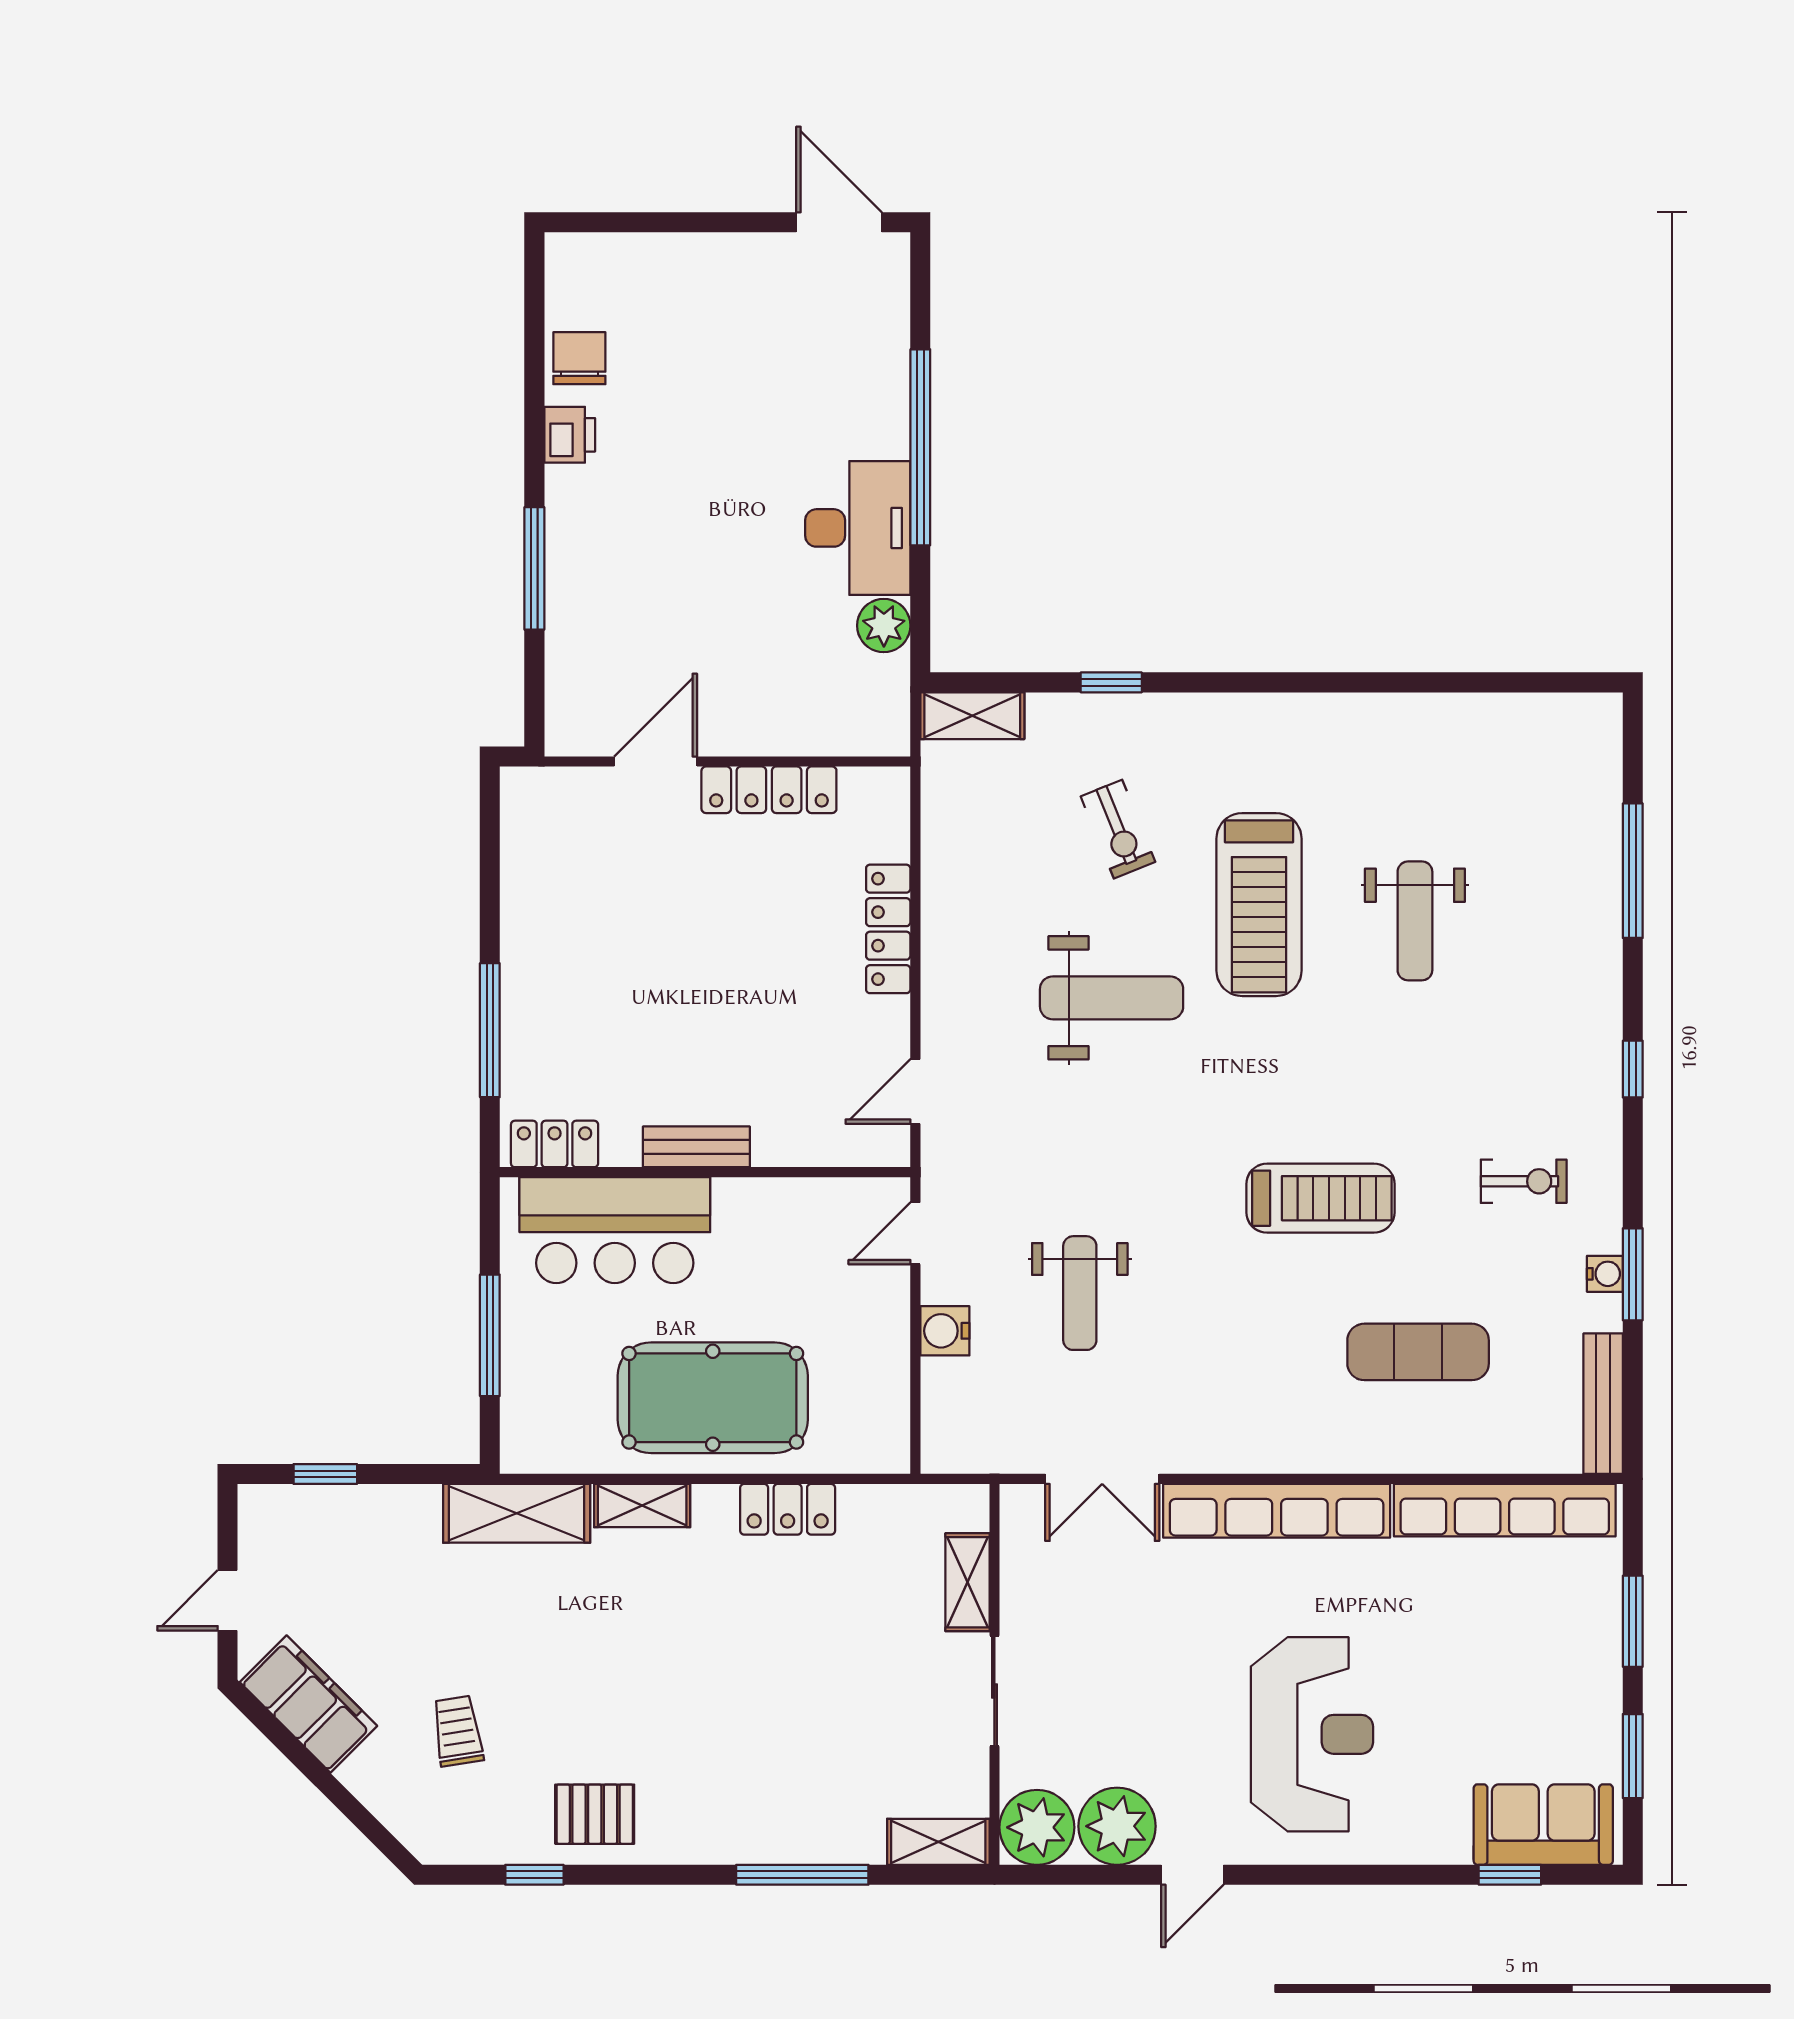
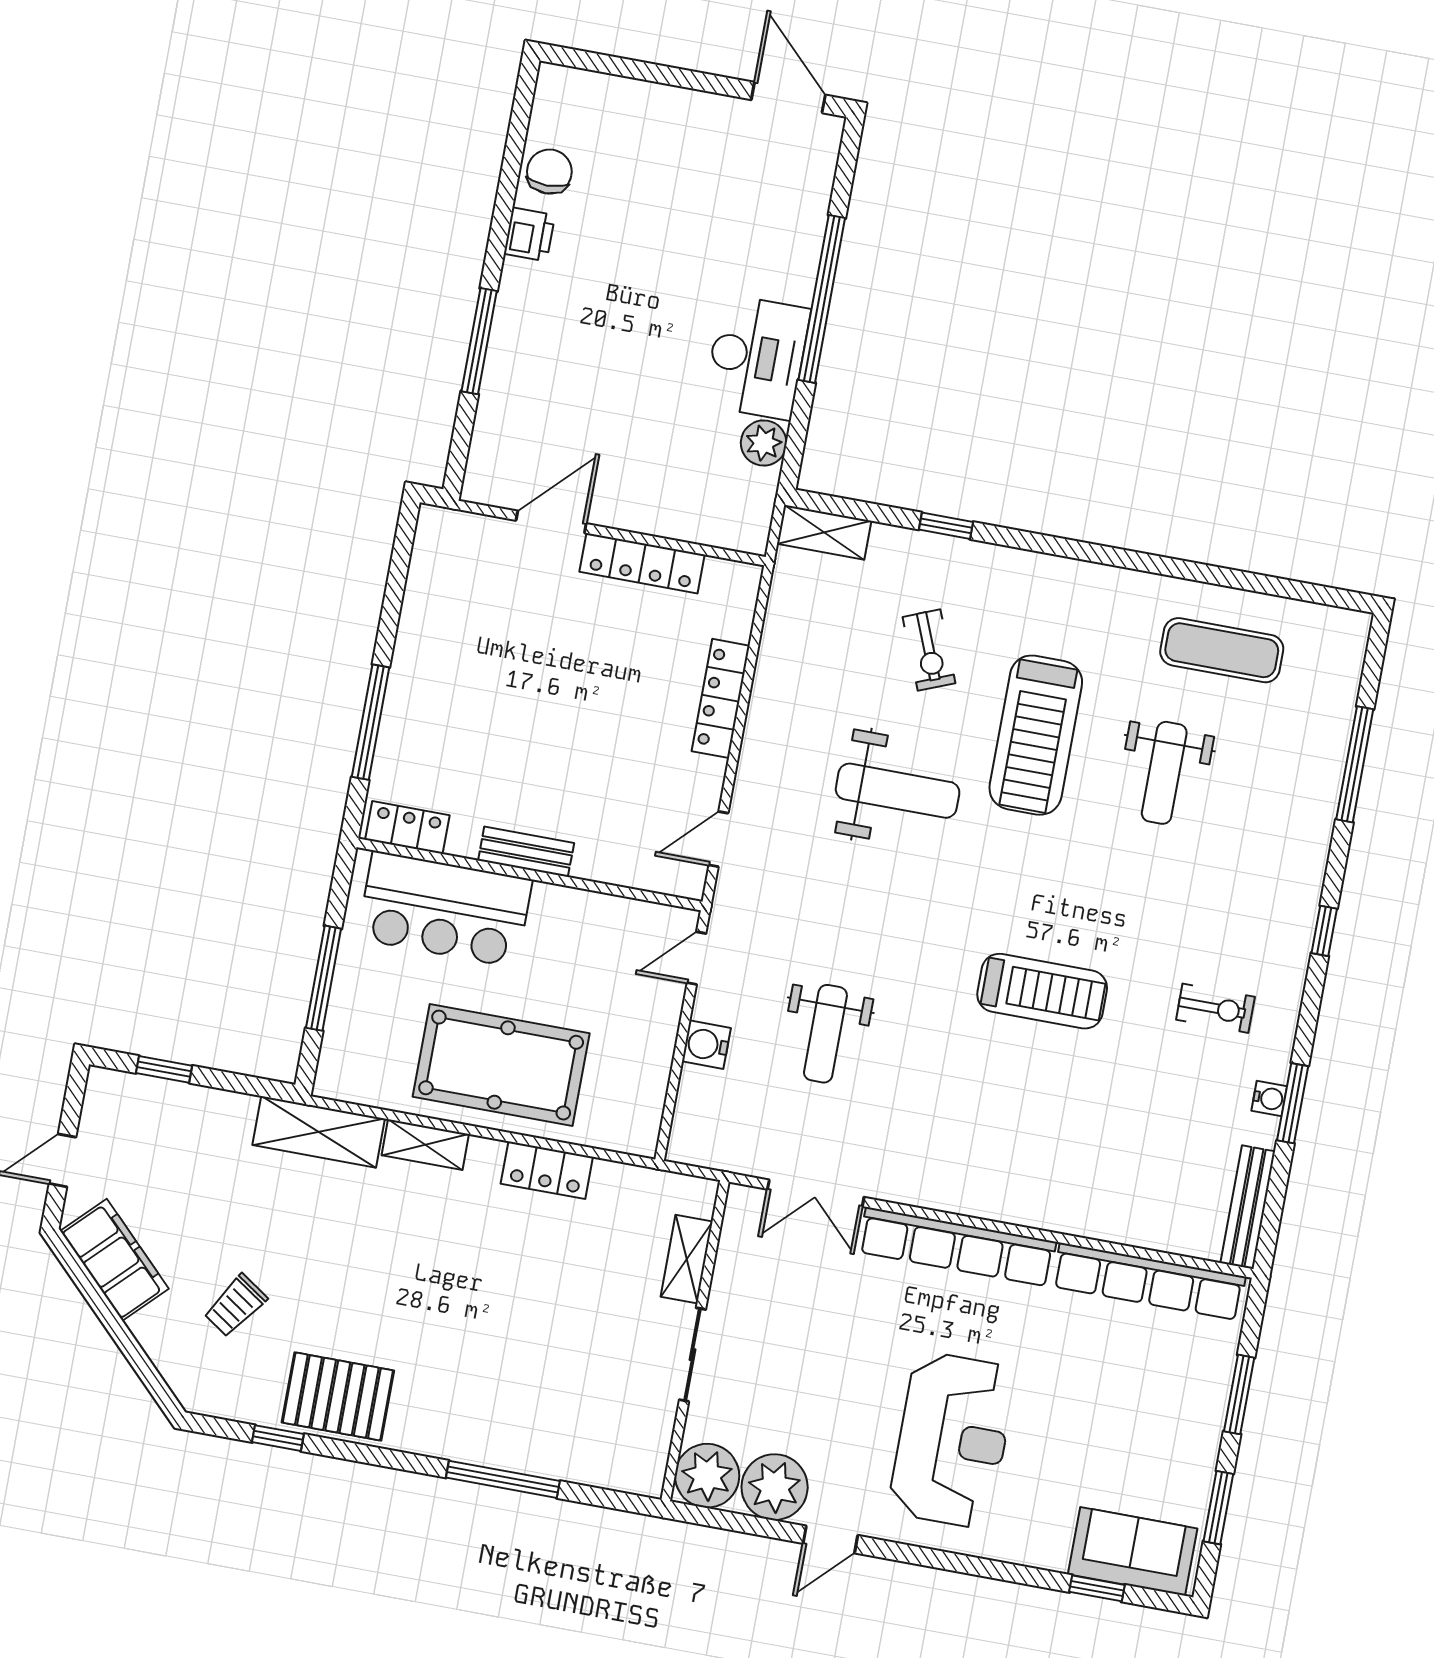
exercise mat: (1418, 1352) -> (1222, 650), moved
trolley: (458, 1731) -> (235, 1306), turned -137
pallet: (595, 1814) -> (338, 1396), width x1.50, depth x1.42
shelving: (938, 1842) -> (622, 1473), removed

